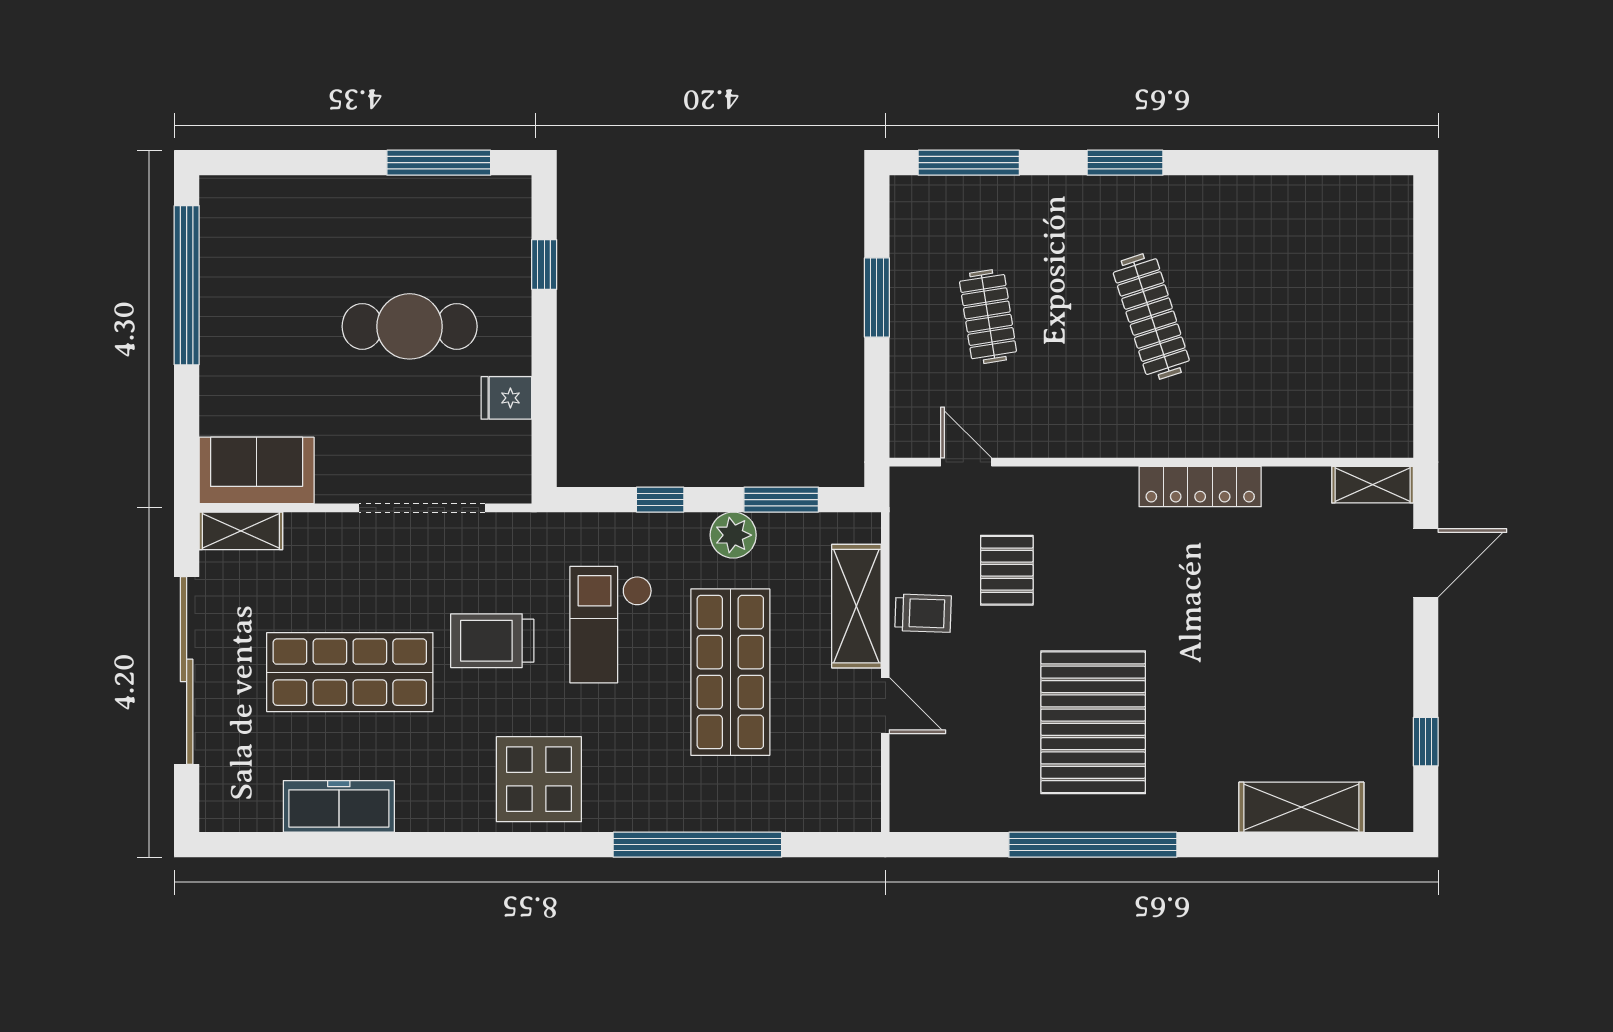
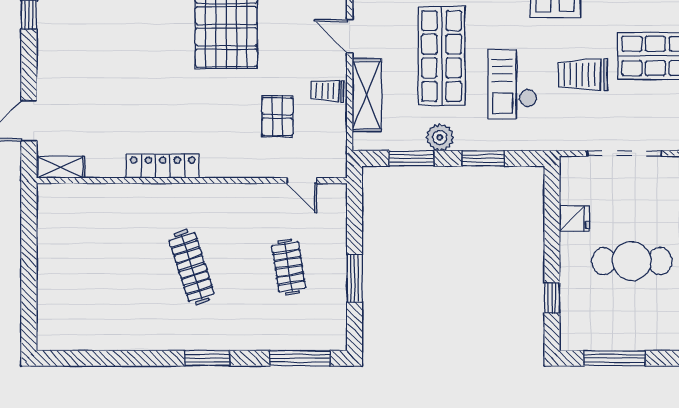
window: (660, 500) -> (483, 158), width x1.50
checkout: (611, 625) -> (512, 84), turned 180
trolley: (492, 641) -> (583, 75), turned 180

